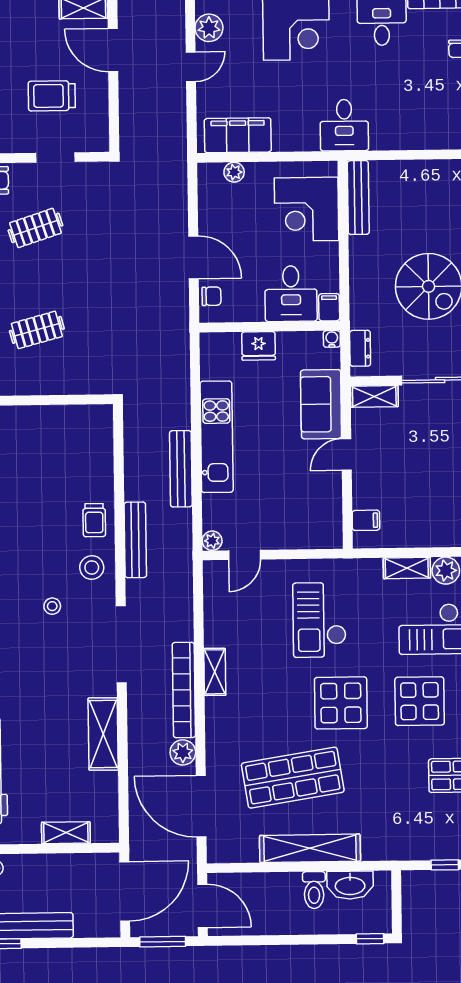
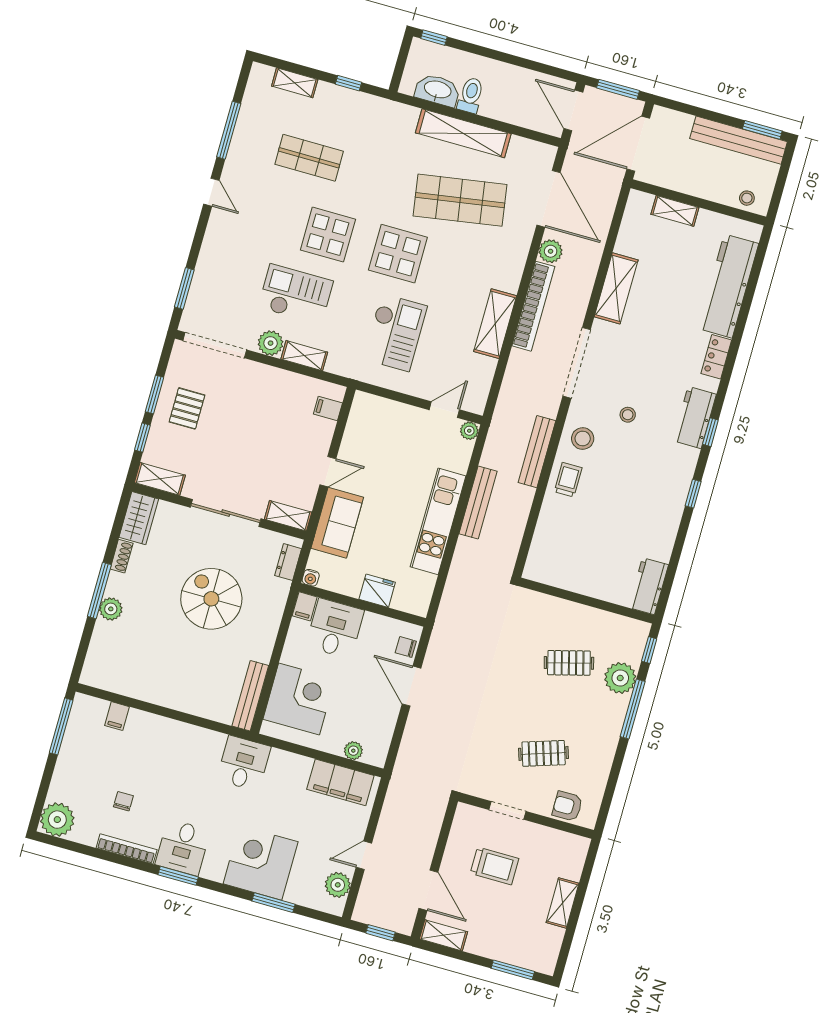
shelving: (215, 672) -> (495, 324), width x1.50, depth x1.33

